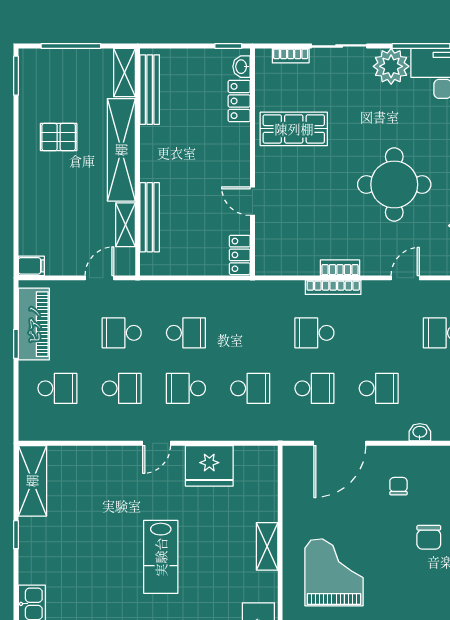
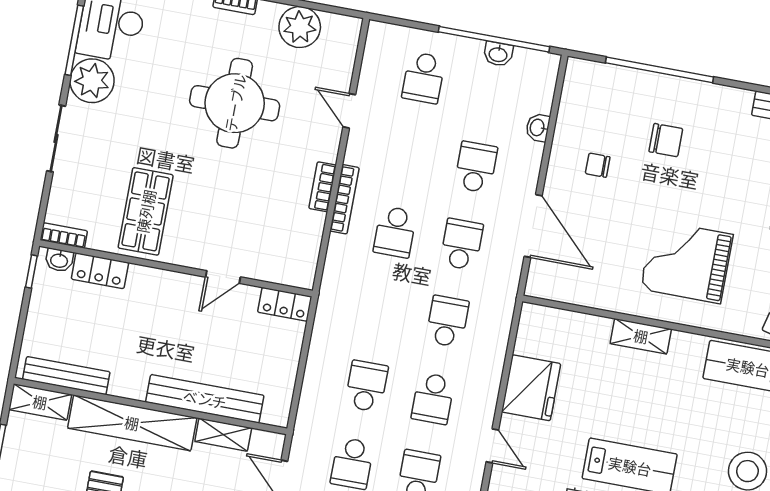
bookcase: (291, 56) -> (64, 235), moved, turned -90
bench: (150, 217) -> (205, 399), width x1.37, depth x1.21

